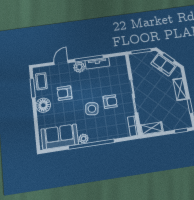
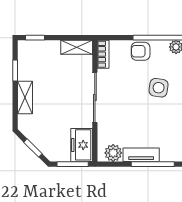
freezer: (164, 65) -> (82, 145), moved, turned -135
plant: (79, 67) -> (113, 153), moved
armchair: (110, 102) -> (141, 51), moved

